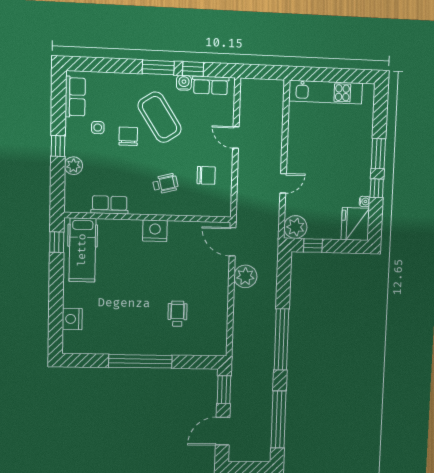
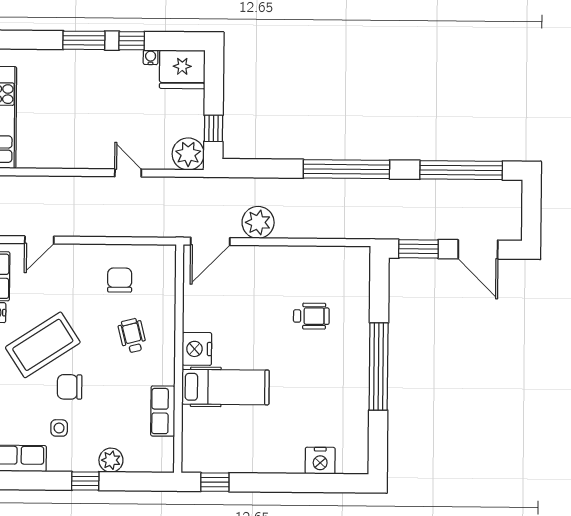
door: (236, 138) -> (39, 240), moved
hospital bed: (82, 250) -> (225, 387), moved
wheelchair: (177, 314) -> (311, 316), turned 180

